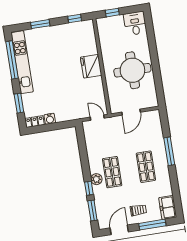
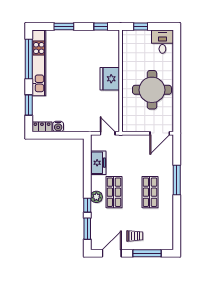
door: (131, 112) -> (160, 133), moved
freezer: (168, 207) -> (98, 163), moved, turned 180

